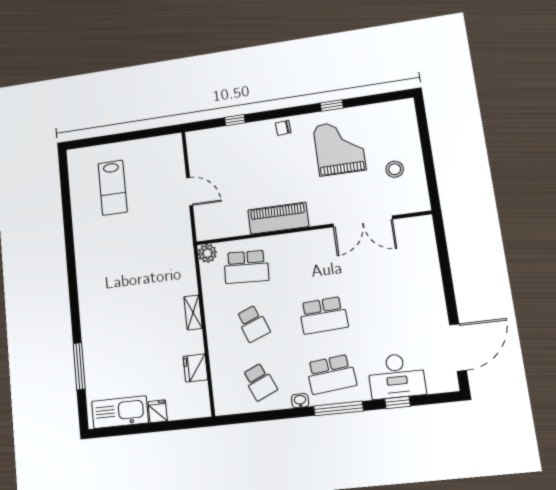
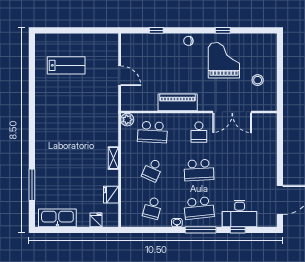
lab bench: (113, 188) -> (66, 65), turned -90
school desk: (316, 258) -> (199, 132), added
school desk: (253, 324) -> (152, 170), turned 45
school desk: (260, 382) -> (152, 208), turned 39
fridge: (158, 411) -> (96, 220), moved

